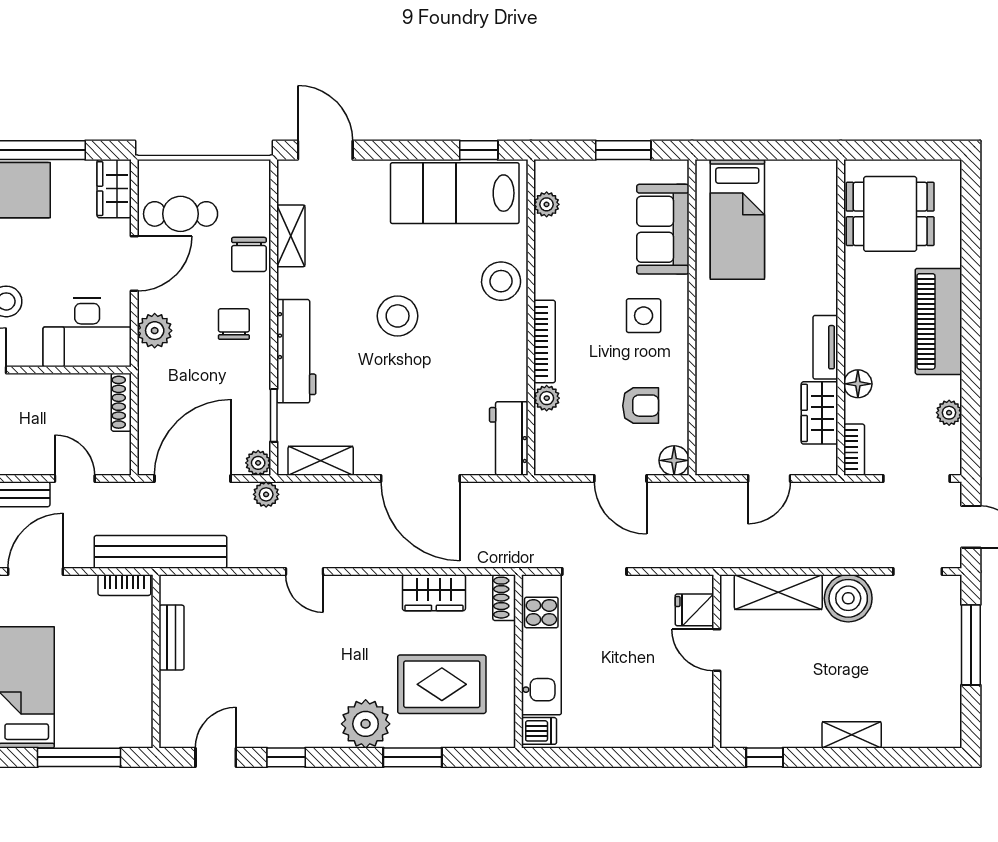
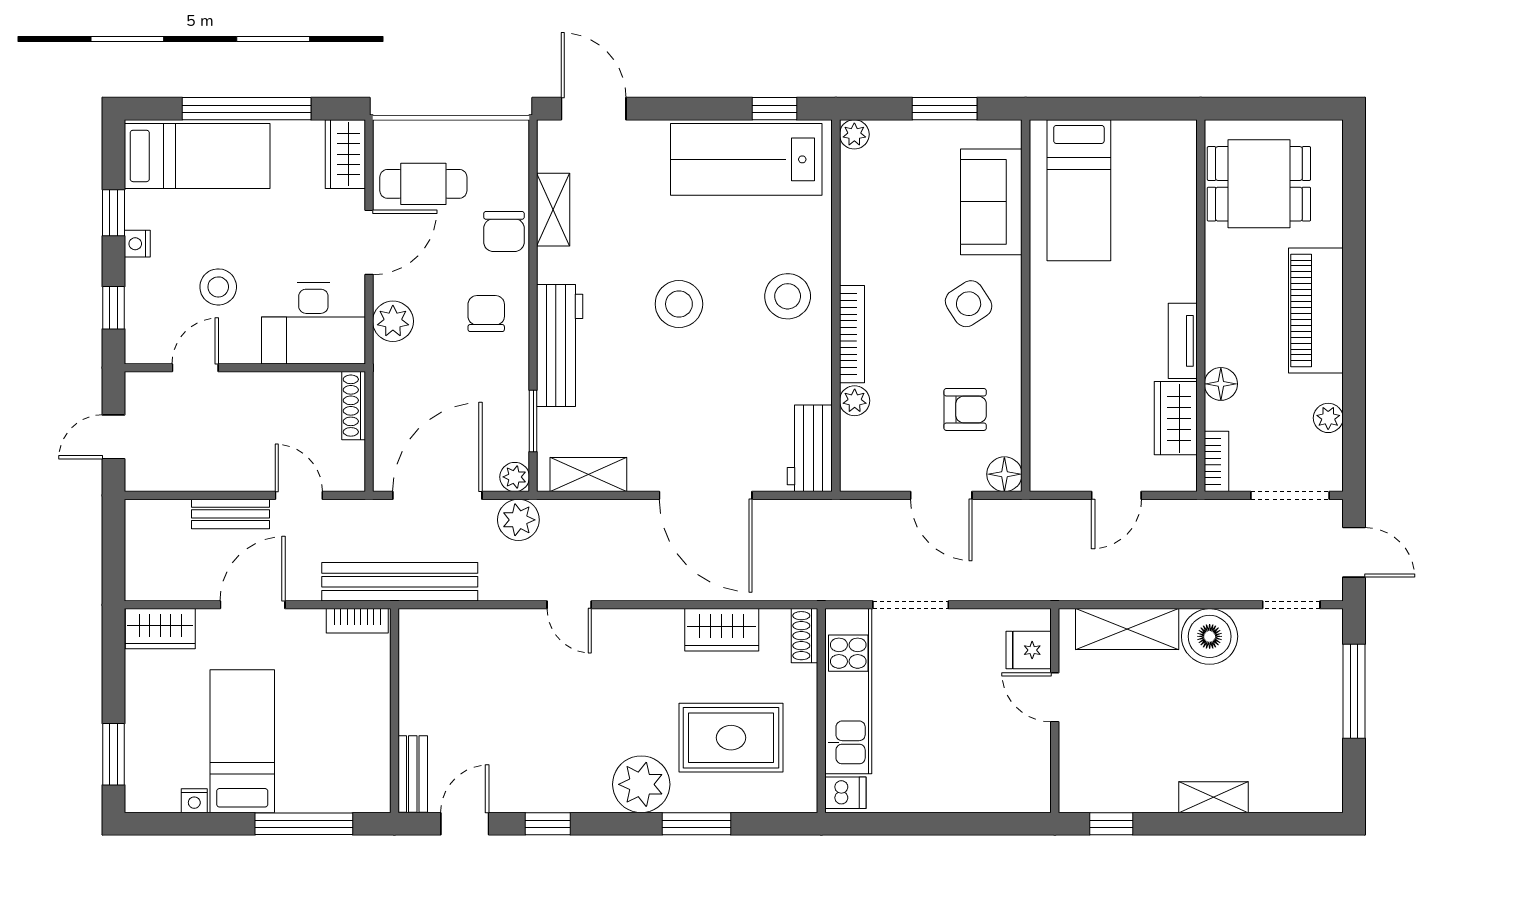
plant: (547, 204) -> (854, 134), moved
stool: (501, 281) -> (788, 296), moved
side table: (644, 316) -> (969, 304), turned -33
plant: (266, 494) -> (518, 520), width x1.38, depth x1.38
bench: (172, 638) -> (413, 774), moved

